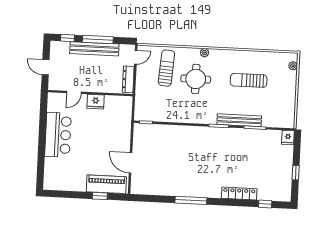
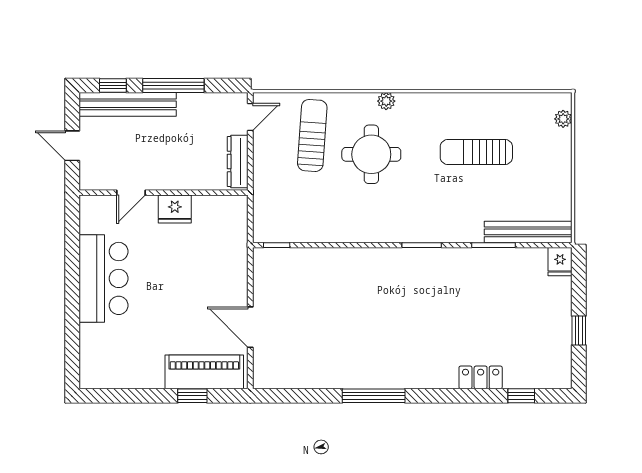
bench: (94, 49) -> (128, 104), moved
bench: (239, 120) -> (528, 232), moved
locker: (239, 194) -> (481, 377), width x0.66

